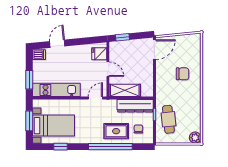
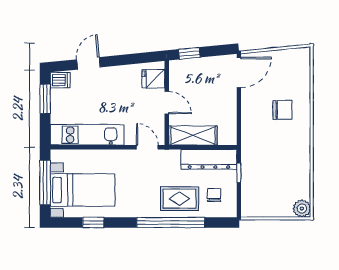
window: (29, 80) -> (45, 99), moved
door: (95, 98) -> (147, 147), hinge flipped
cafe table: (168, 119) -> (260, 180), removed
window: (29, 121) -> (45, 183), width x1.44

